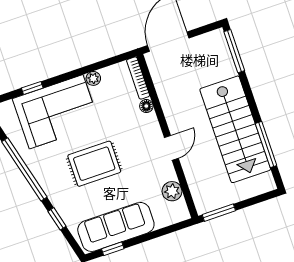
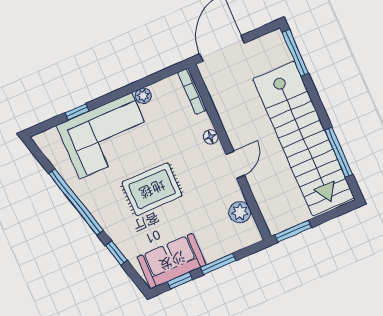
floor lamp: (146, 106) -> (211, 137), moved
stairs: (235, 129) -> (303, 138), width x1.36
sofa: (116, 227) -> (172, 261), width x0.73
window: (148, 237) -> (218, 264), added

